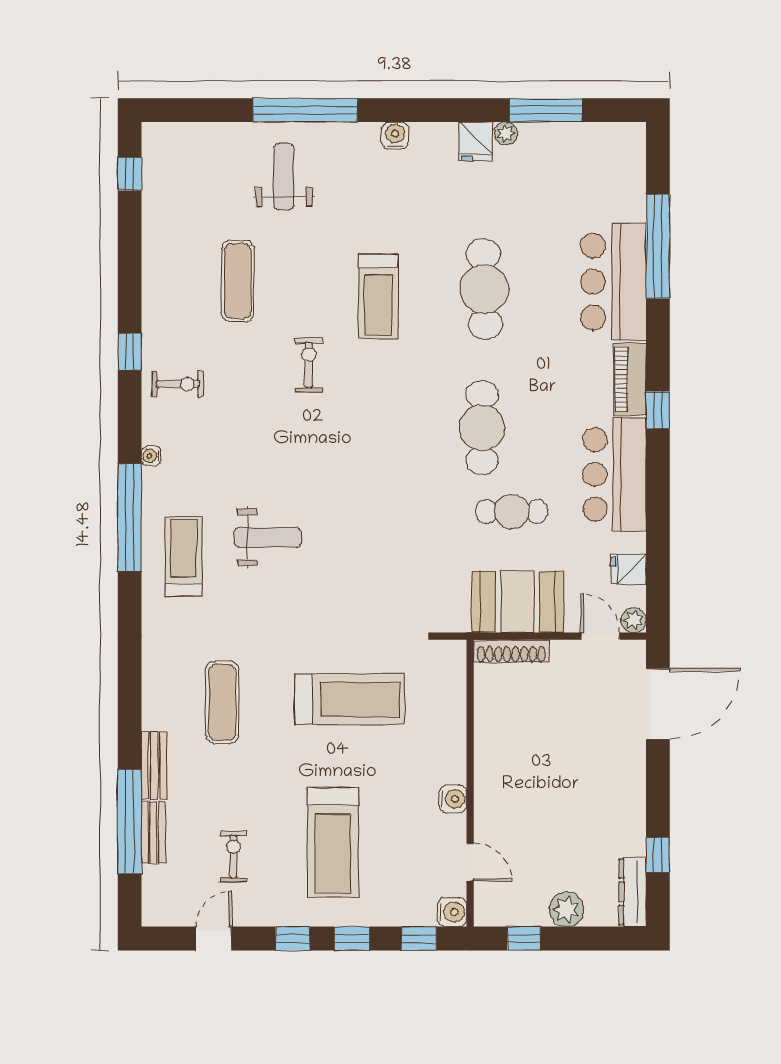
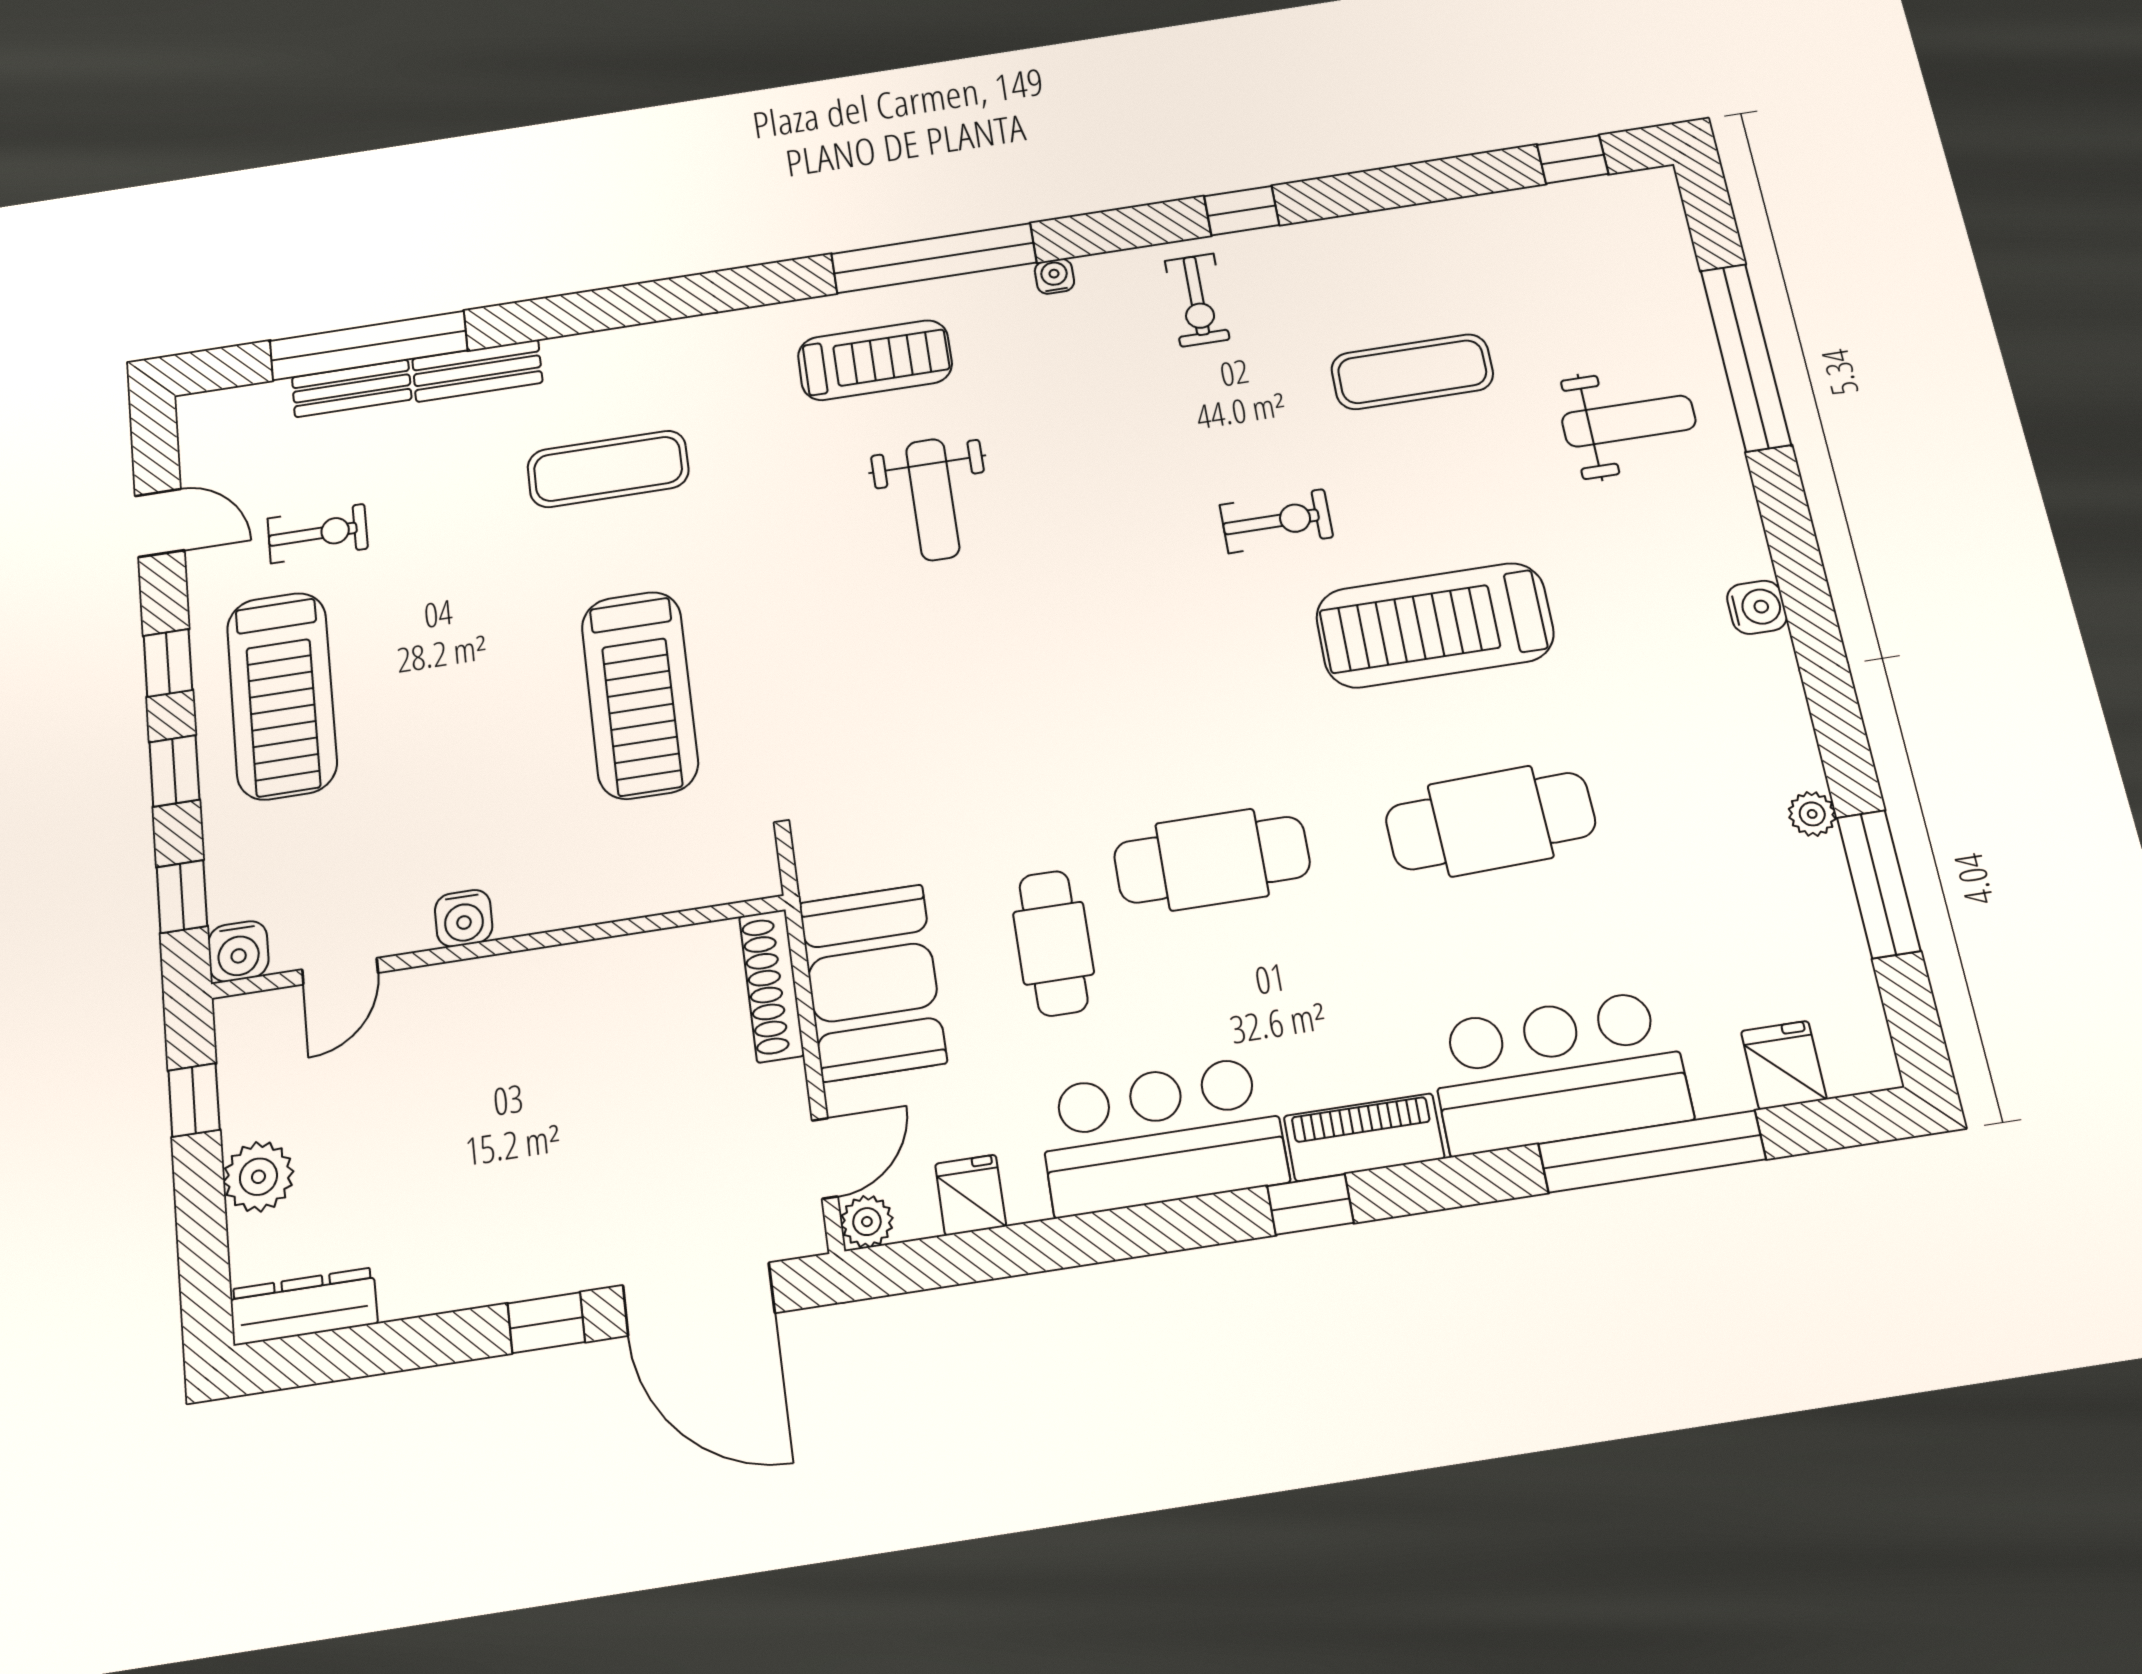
window: (305, 110) -> (1746, 357), moved
fridge: (476, 141) -> (1784, 1065), moved, turned 90
treadmill: (378, 296) -> (1435, 625), width x1.37, depth x1.38
treadmill: (333, 842) -> (282, 695), moved, turned -90
window: (658, 855) -> (546, 1323), moved

